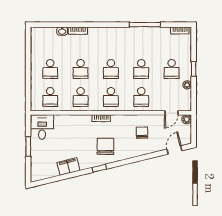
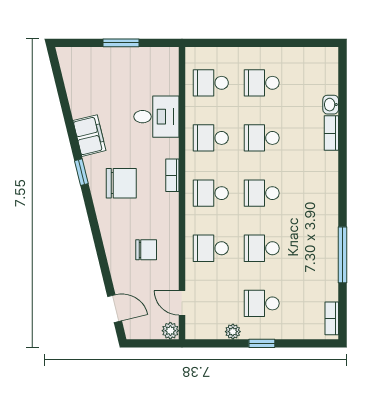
desk: (42, 127) -> (156, 117), moved
filing cabinet: (68, 166) -> (89, 136), moved

